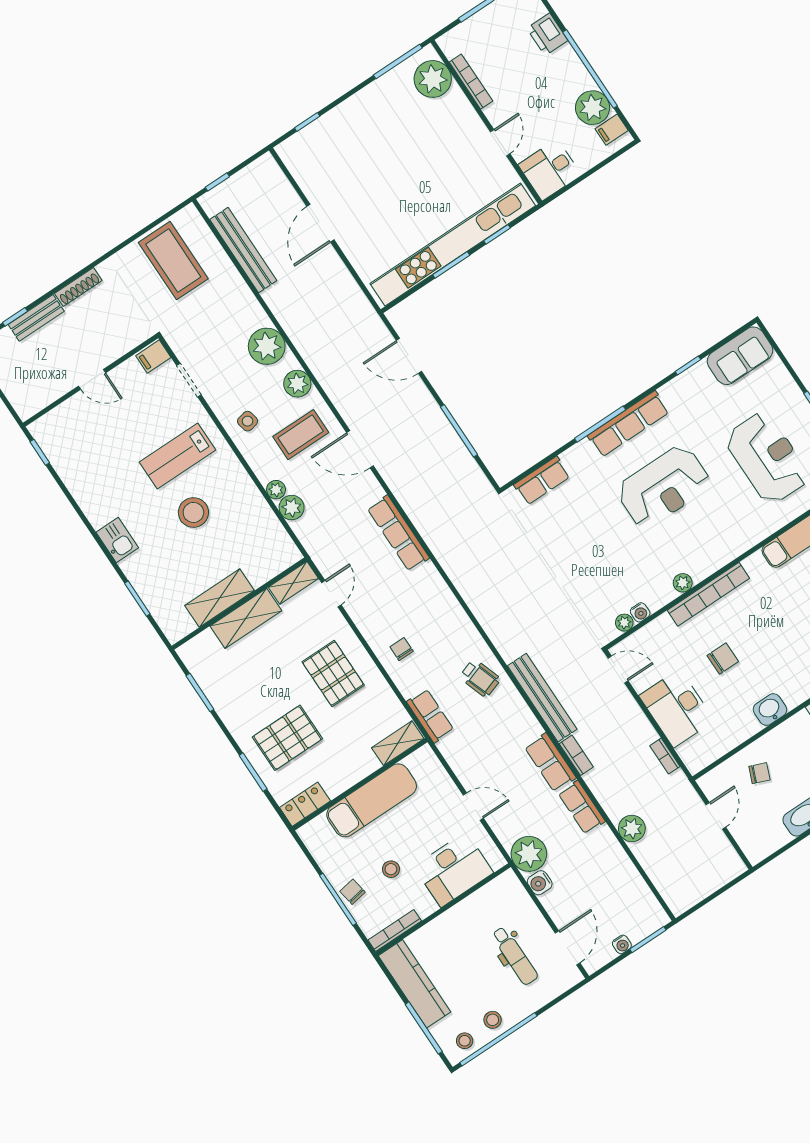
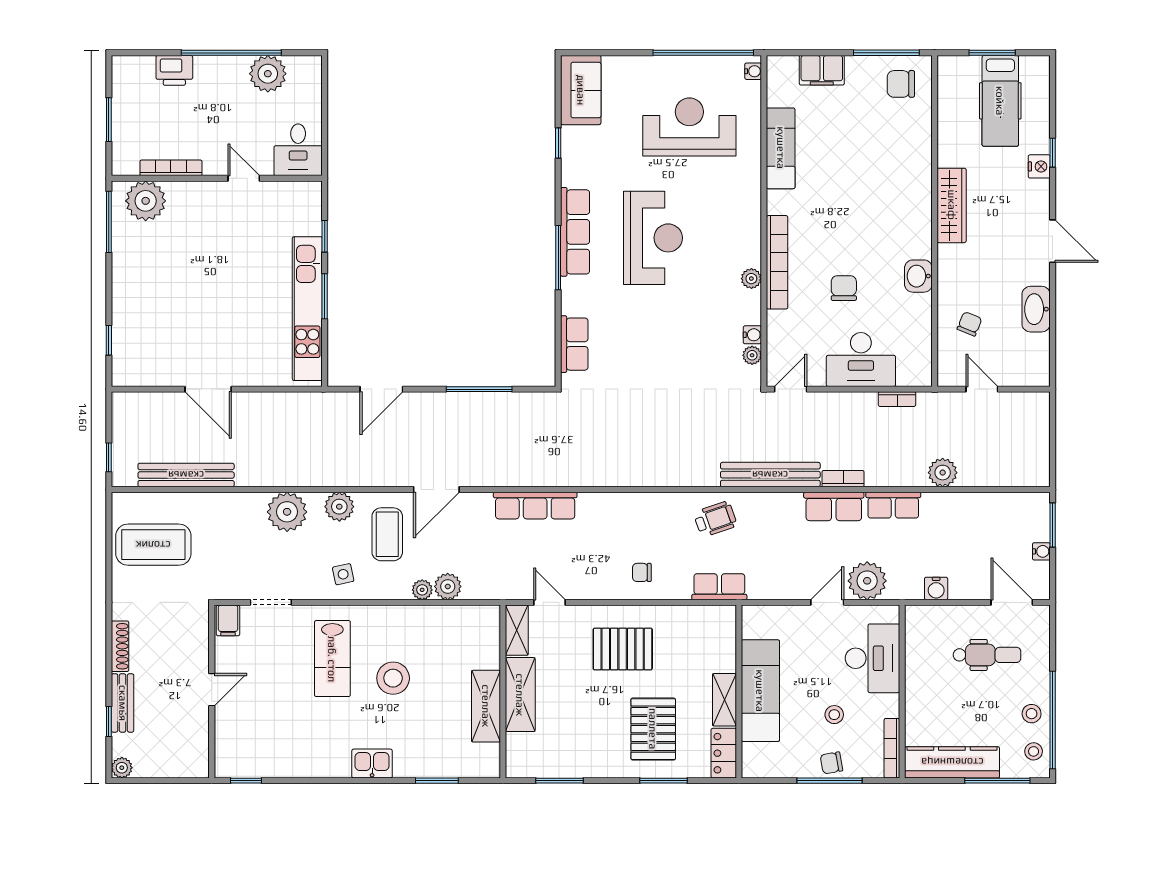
filing cabinet: (612, 130) -> (299, 70), removed
kitchen unit: (453, 245) -> (307, 309), width x0.73
shelving: (398, 743) -> (724, 700), moved
plant: (529, 854) -> (867, 581), moved

